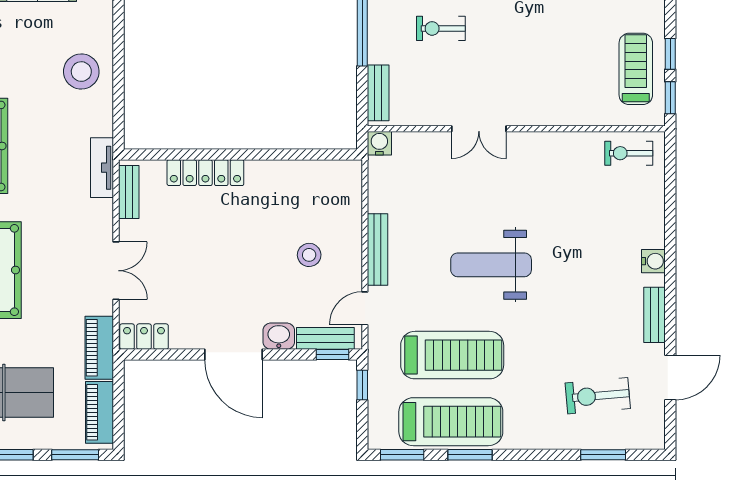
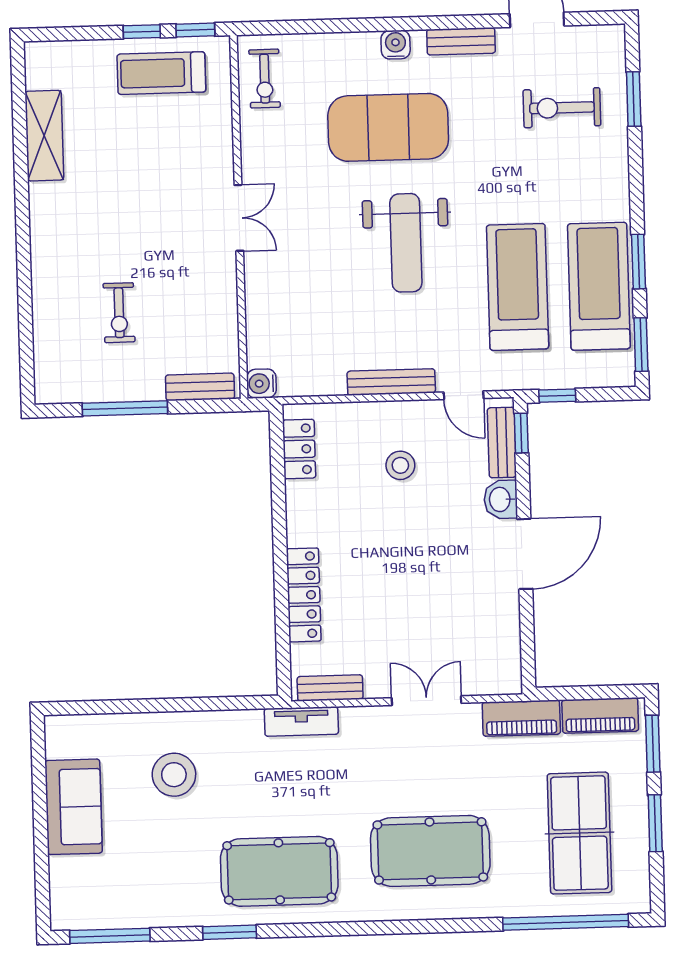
stool: (81, 72) -> (174, 775), moved
double door: (479, 129) -> (239, 218), moved
exercise mat: (586, 253) -> (388, 127), added
locker: (144, 337) -> (299, 449), moved, turned 180
exercise bike: (598, 396) -> (562, 108), turned 95

